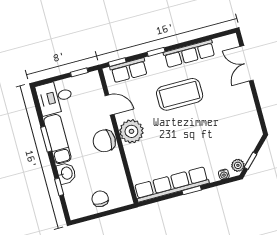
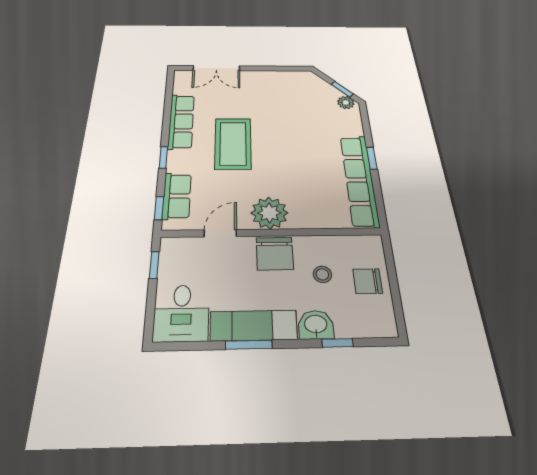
stool: (98, 172) -> (322, 274), added
water cooler: (224, 174) -> (355, 119), removed

